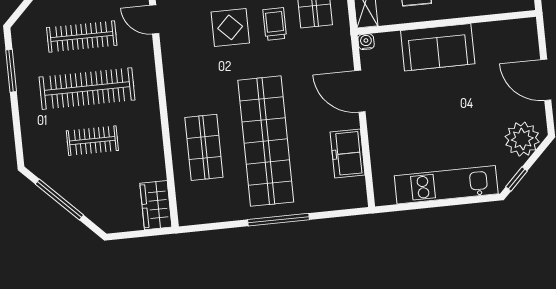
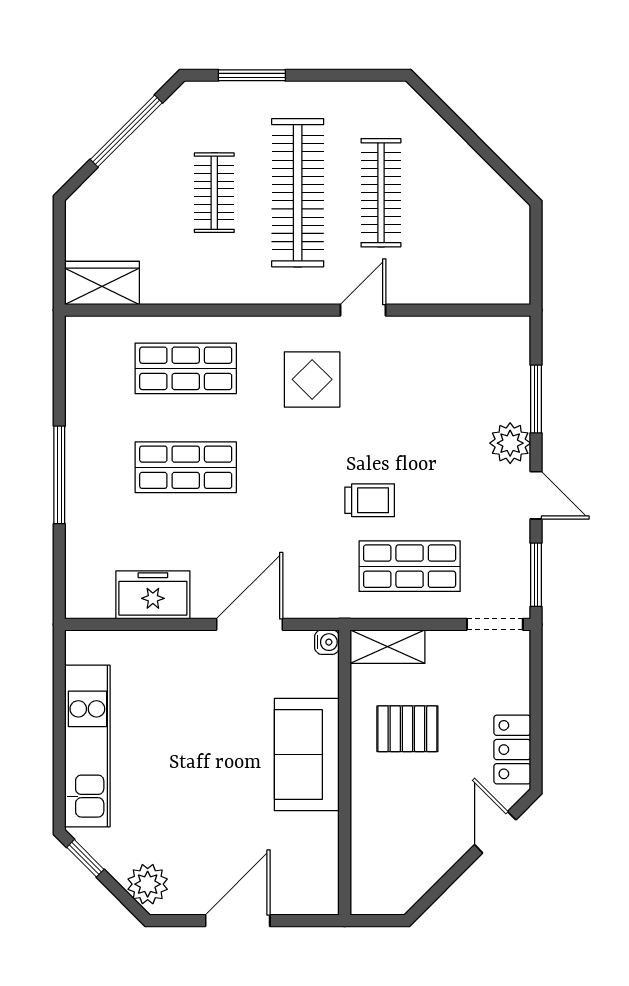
door: (154, 19) -> (363, 310), moved
display table: (230, 27) -> (312, 379), moved
window: (11, 71) -> (252, 75), moved
plant: (522, 139) -> (148, 884), width x0.73, depth x0.73
shop shelf: (266, 141) -> (186, 467), width x0.50, depth x0.74

